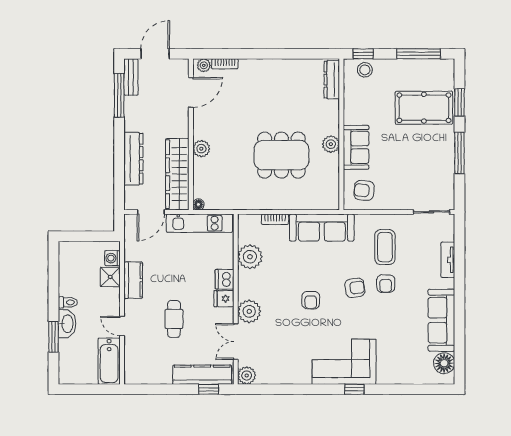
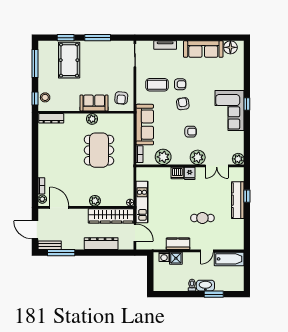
plant: (250, 257) -> (163, 157), moved
dishwasher: (225, 279) -> (177, 173), moved
fridge: (224, 299) -> (190, 173), moved
wall: (236, 299) -> (190, 166), moved
plant: (249, 311) -> (198, 157), moved
double door: (236, 342) -> (217, 166), moved
plant: (247, 375) -> (238, 159), moved

